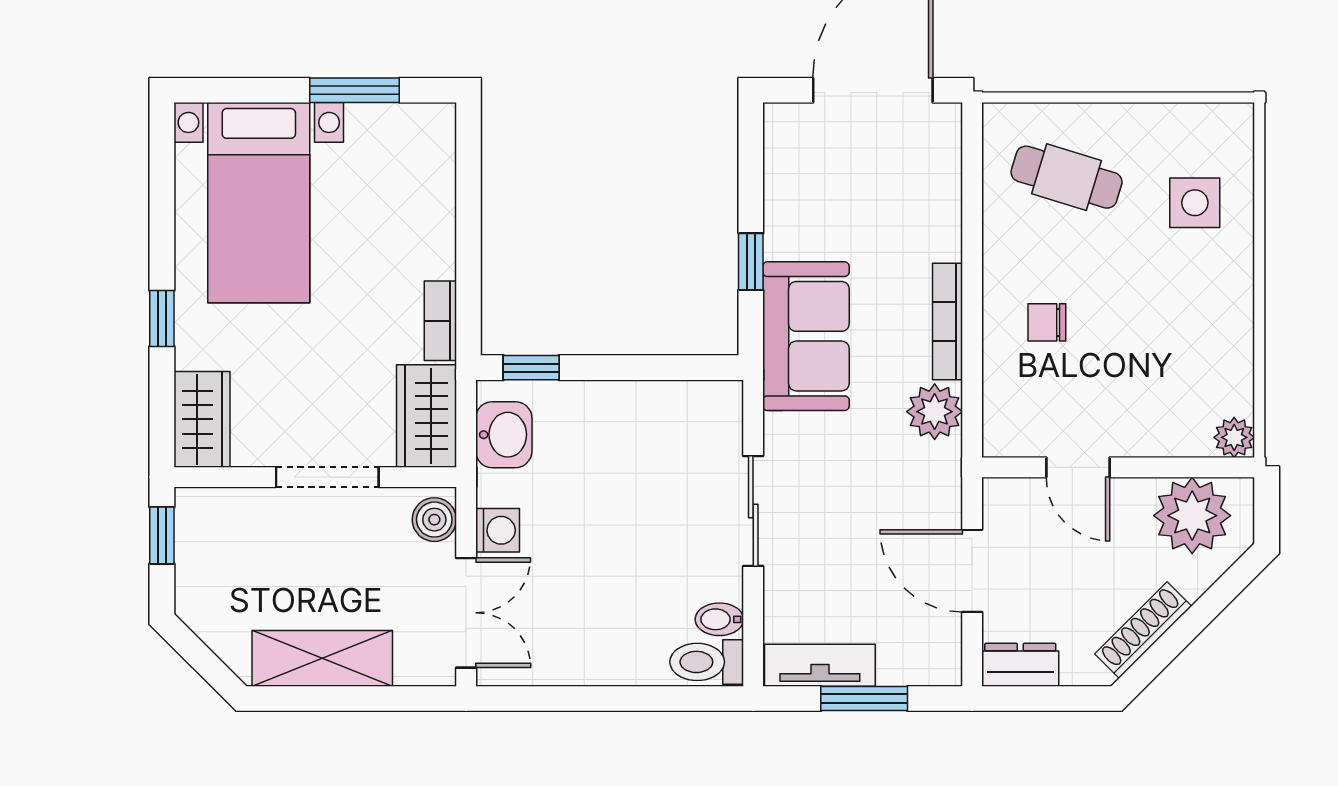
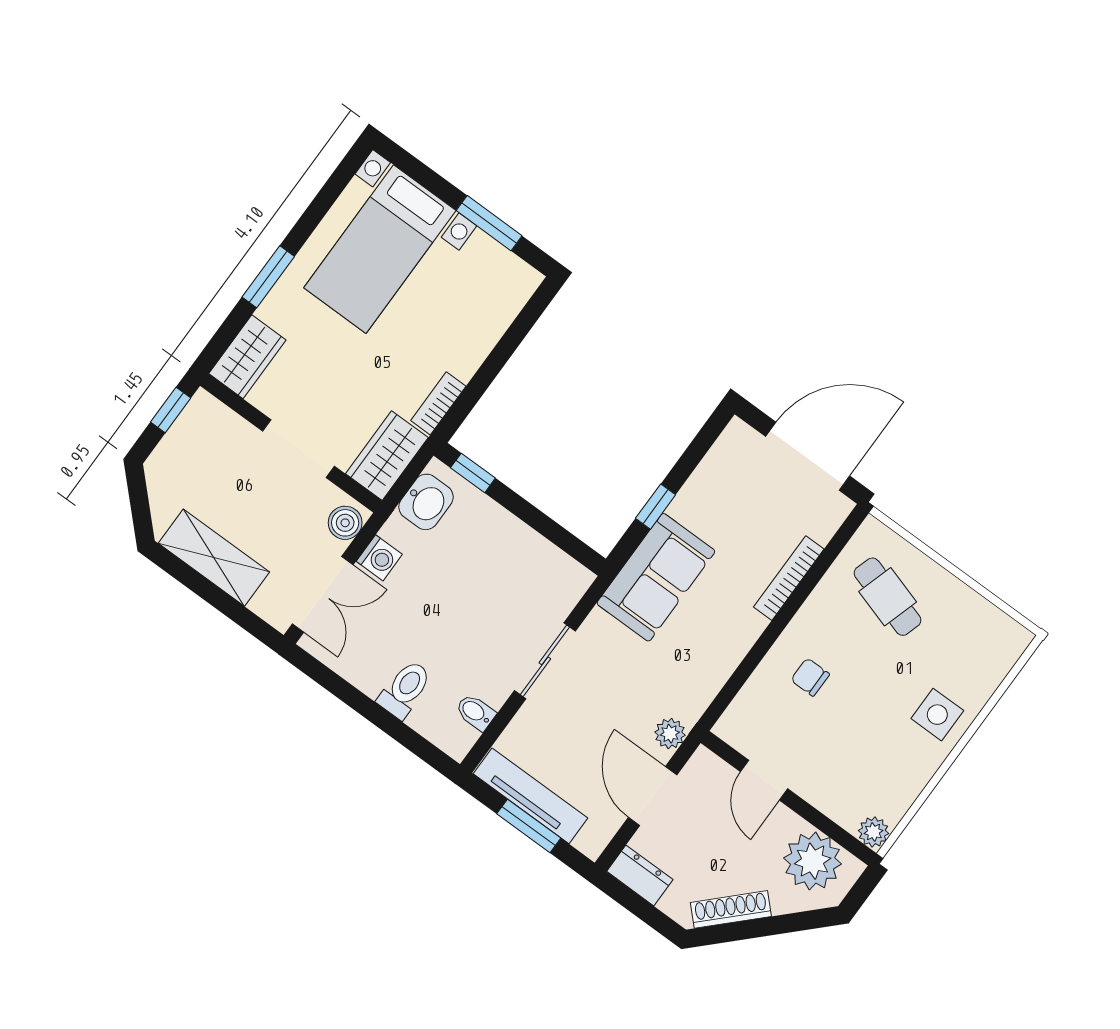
side table: (1195, 203) -> (937, 715), moved
window: (162, 318) -> (268, 277), width x1.50
bookcase: (948, 321) -> (789, 578), moved
plant: (935, 412) -> (670, 734), moved, width x0.73, depth x0.73
toilet: (707, 662) -> (405, 689), moved, turned 90
tv unit: (820, 665) -> (530, 796), width x1.41

